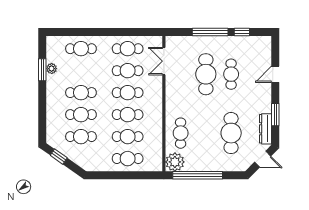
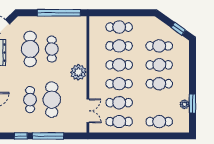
cafe table: (181, 133) -> (52, 49), moved
plant: (175, 162) -> (78, 72), moved

